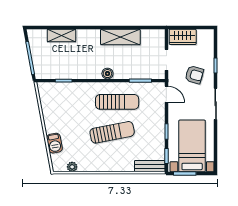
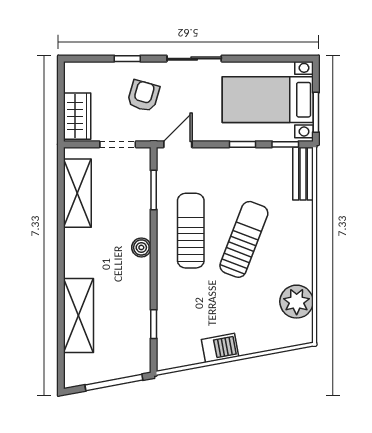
shelving: (61, 35) -> (79, 316), width x1.50, depth x1.33
shelving: (120, 37) -> (77, 193), moved
sun lounger: (112, 132) -> (244, 239), turned 32
barbecue: (54, 143) -> (220, 348), moved
plant: (72, 167) -> (297, 302), width x1.88, depth x1.88

